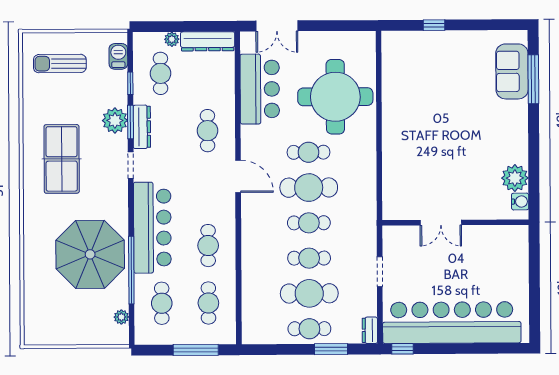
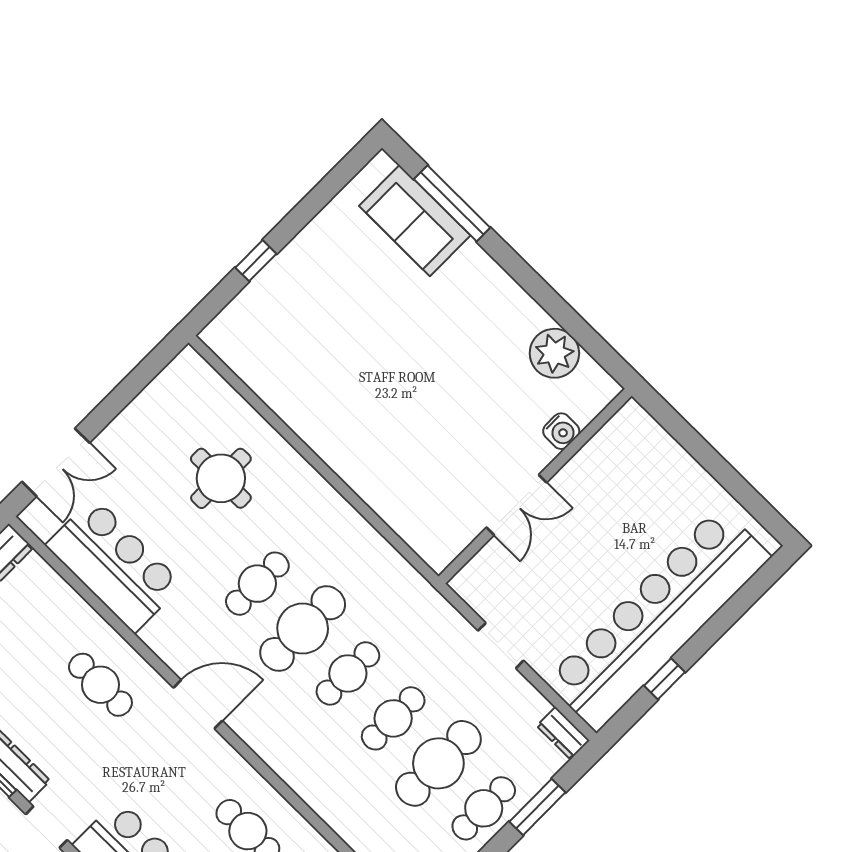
round table: (335, 97) -> (221, 478), width x0.54, depth x0.54
water cooler: (520, 202) -> (561, 431), moved, turned 90
window: (402, 349) -> (665, 679), moved

